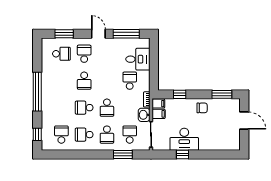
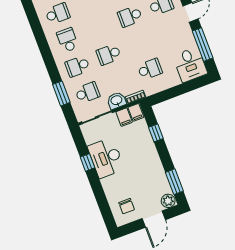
desk: (138, 59) -> (190, 65), moved
plant: (235, 105) -> (168, 201), added
school desk: (84, 108) -> (99, 28), removed
chair: (202, 108) -> (127, 206), moved

